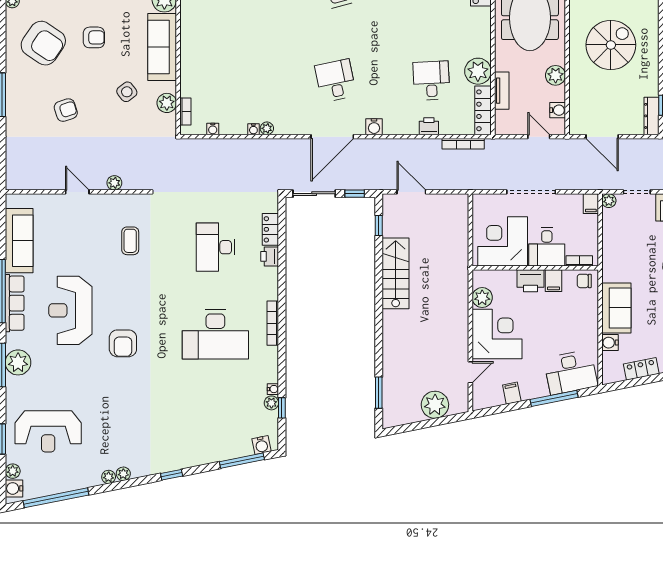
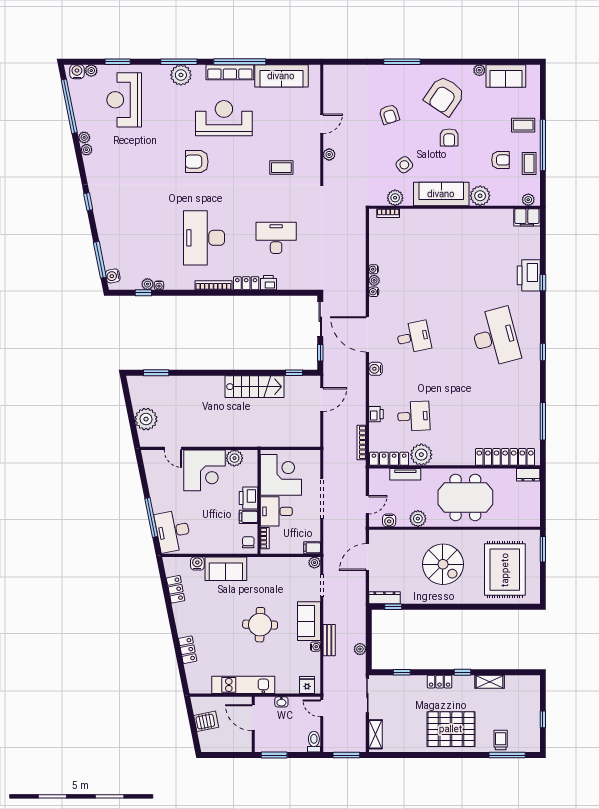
water cooler: (213, 129) -> (374, 292), moved
locker: (270, 229) -> (246, 283), moved
filing cabinet: (512, 393) -> (156, 483), removed
plant: (123, 474) -> (84, 137), moved

